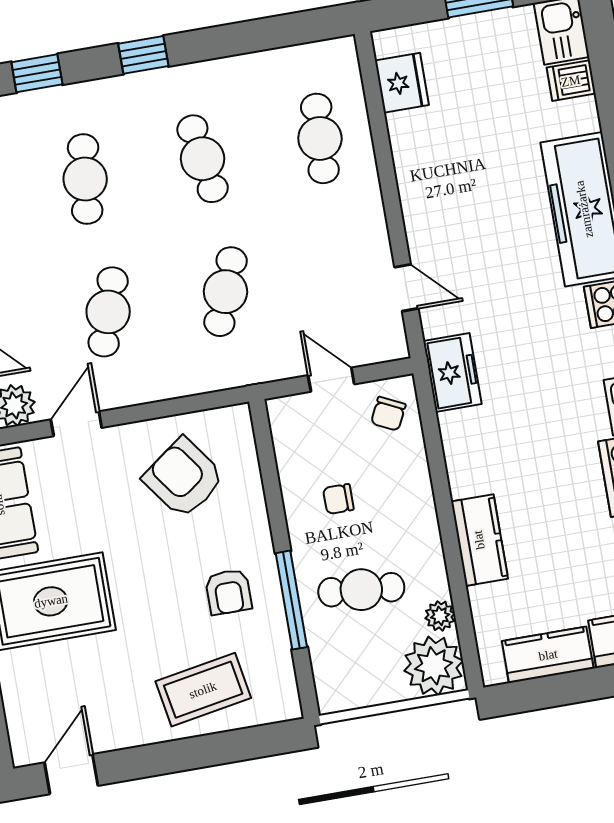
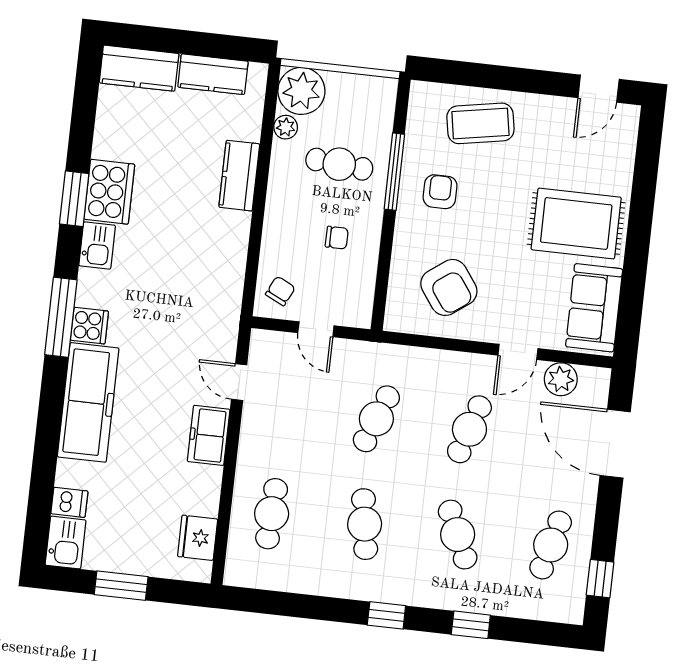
cafe table: (85, 179) -> (458, 535), turned -30
freezer: (452, 372) -> (209, 435), moved

